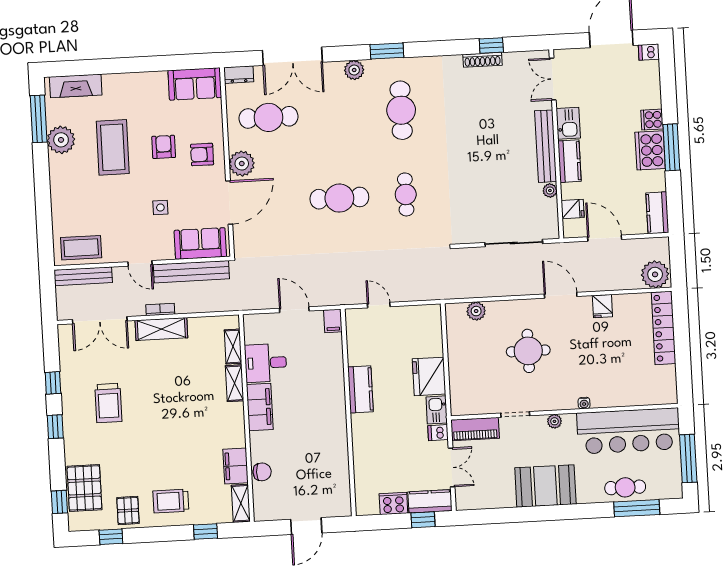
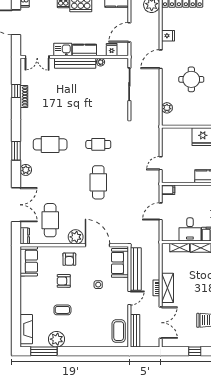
coffee table: (113, 147) -> (62, 310), width x0.54, depth x0.58

